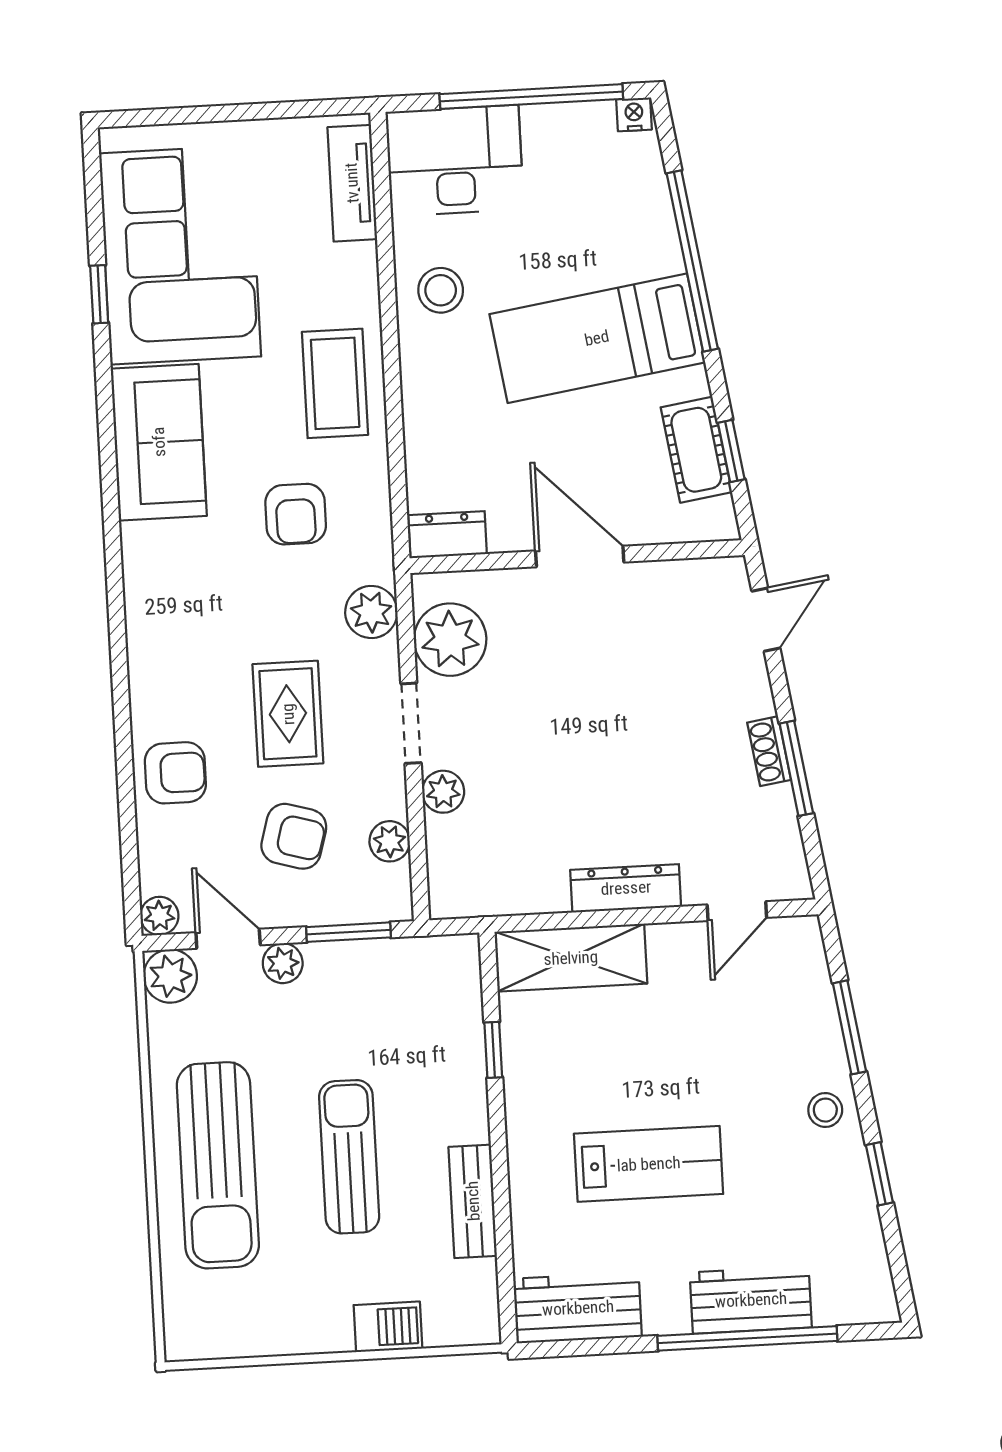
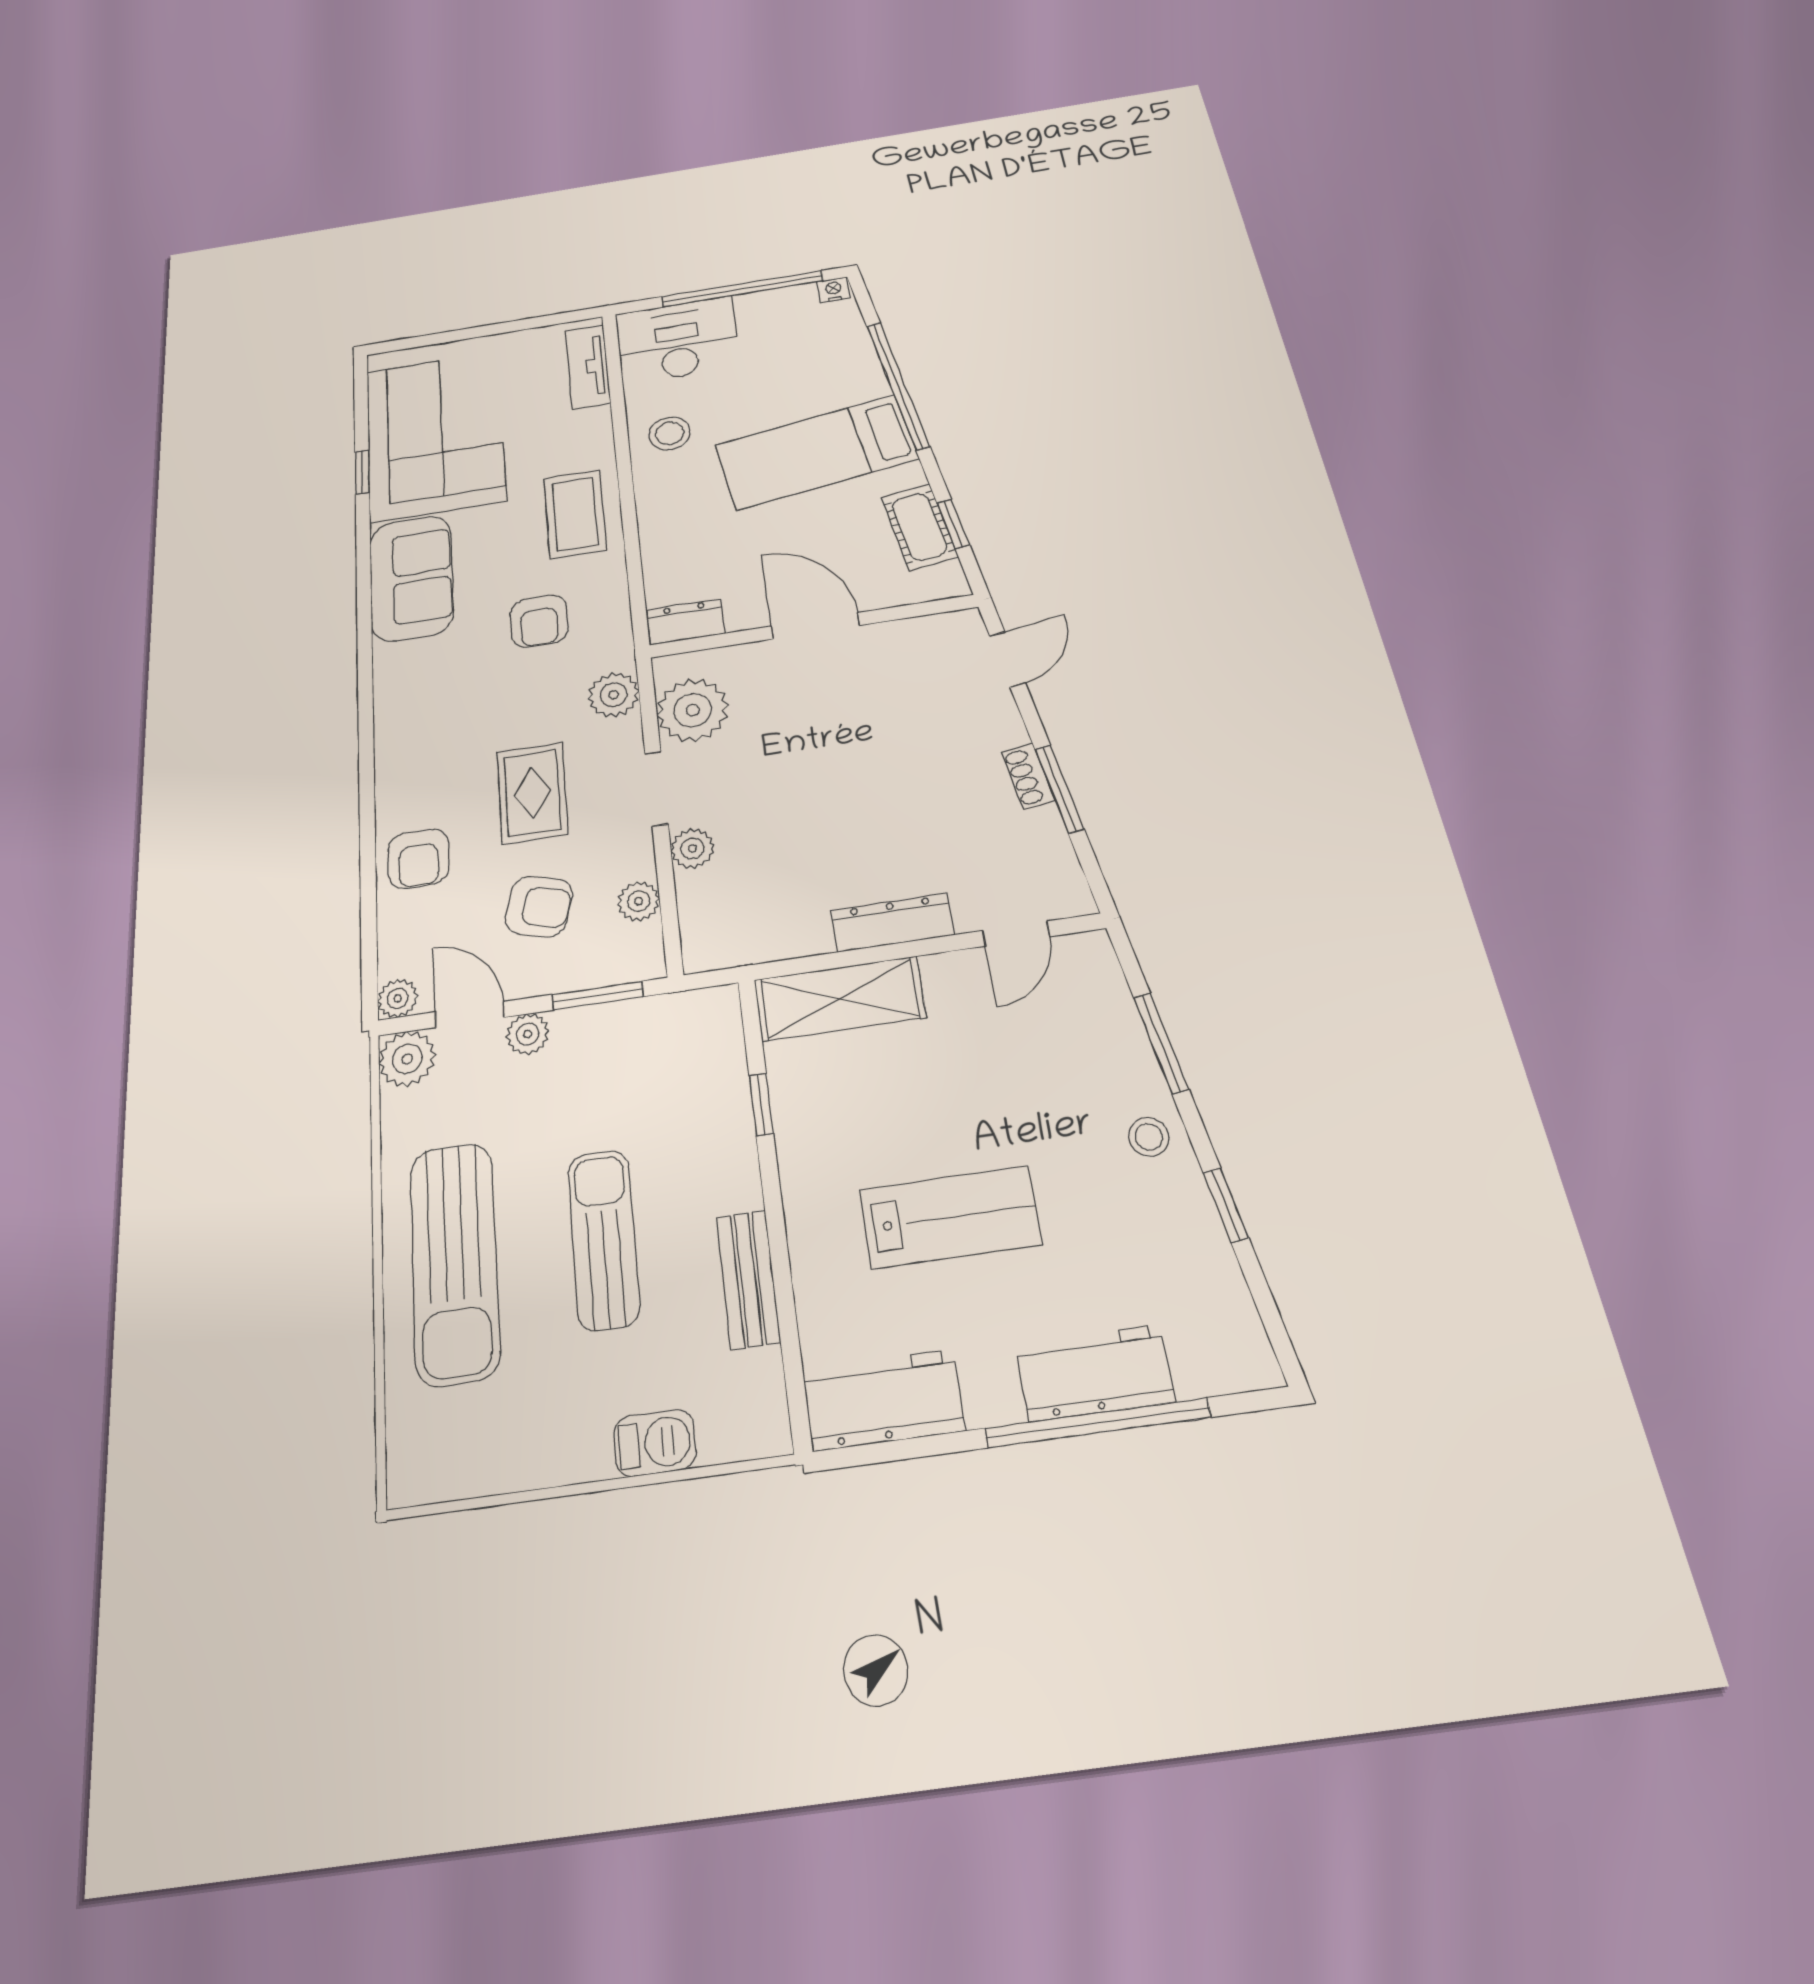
armchair: (175, 773) -> (419, 859), turned 90

